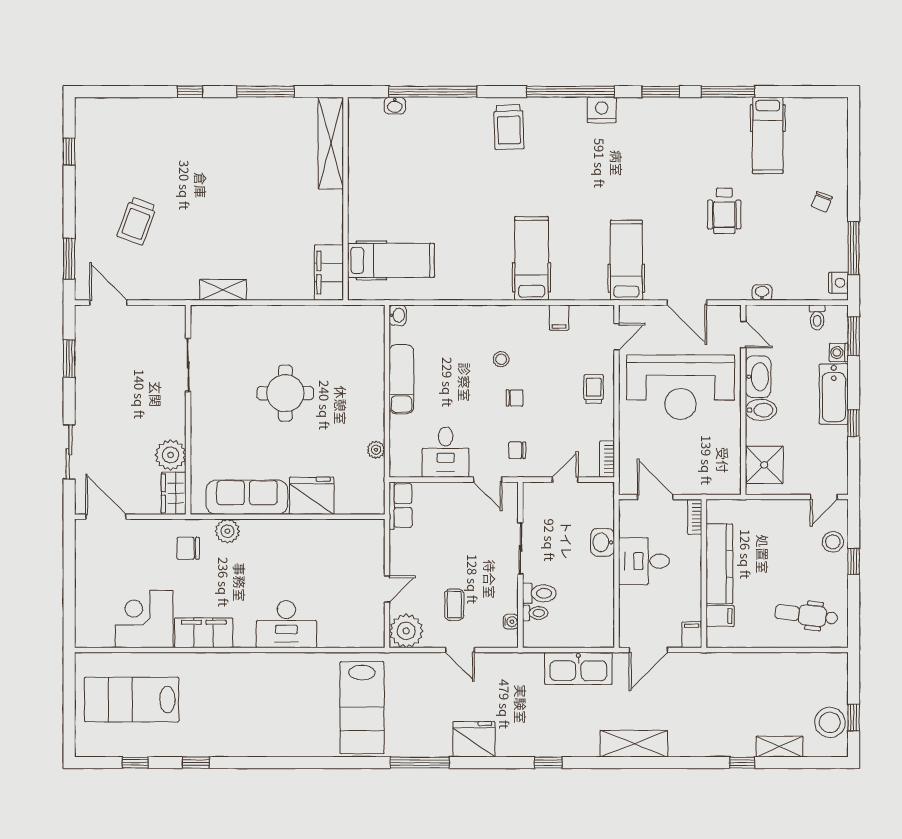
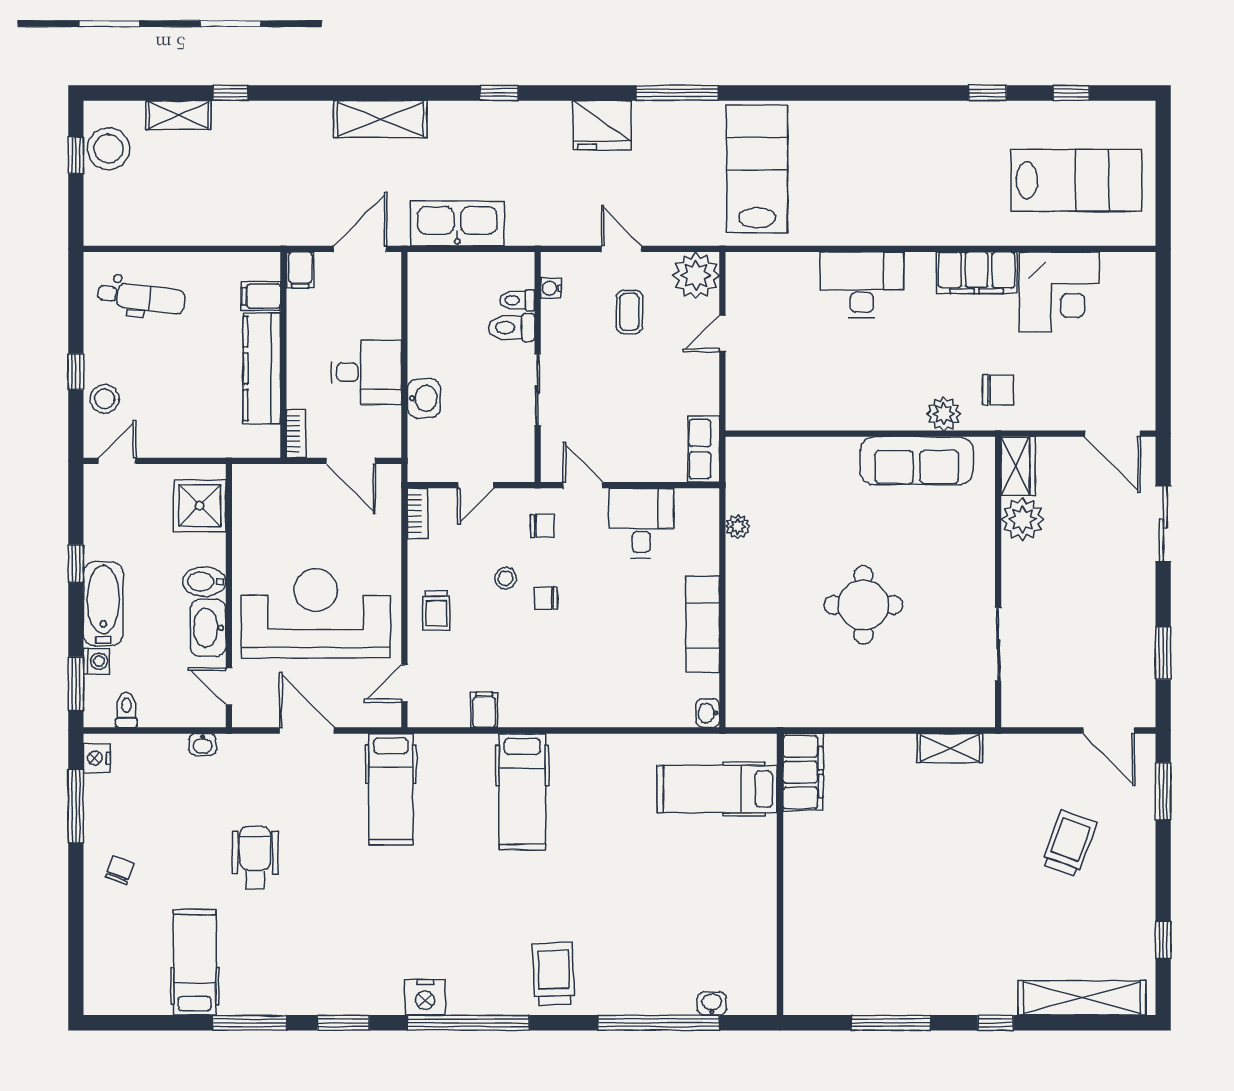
shelving: (331, 143) -> (1082, 998), moved, turned 90
stool: (501, 359) -> (506, 578), moved
fridge: (312, 496) -> (827, 463), removed

